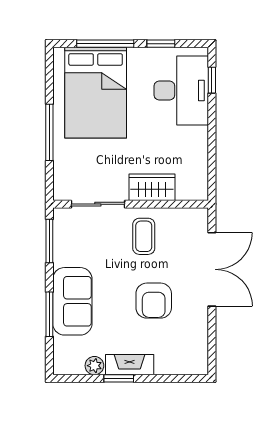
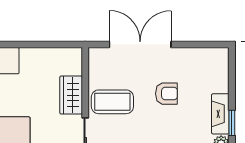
coffee table: (144, 236) -> (112, 102), width x1.36, depth x1.30
armchair: (154, 301) -> (166, 94), width x0.72, depth x0.72

